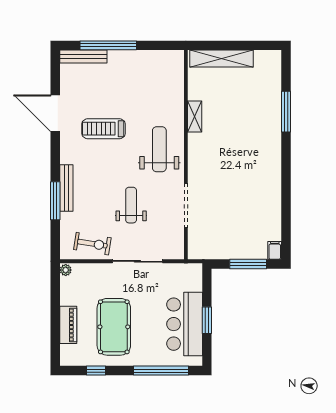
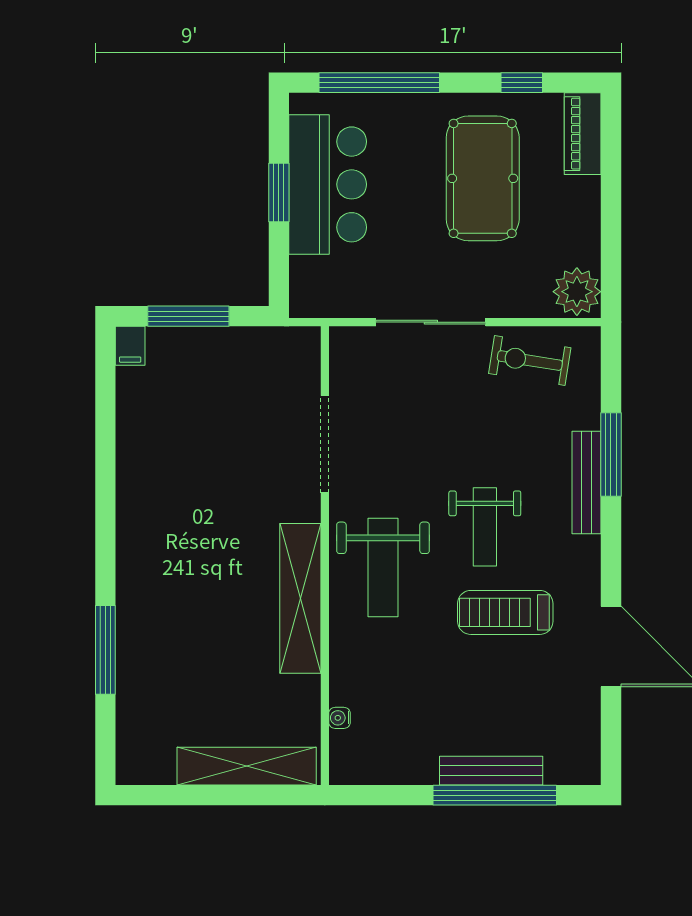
bench: (83, 57) -> (491, 771), moved
water cooler: (179, 81) -> (339, 718), added
shelving: (195, 116) -> (300, 598), width x2.20, depth x1.33
treadmill: (103, 129) -> (505, 612), turned 180
weight bench: (131, 205) -> (485, 527), moved
plant: (66, 270) -> (577, 292), width x1.88, depth x1.88
piano: (68, 325) -> (583, 134), moved

